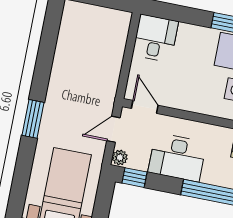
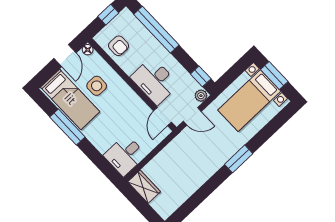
wardrobe: (112, 19) -> (144, 187), added
desk: (177, 157) -> (155, 81), moved, turned 180

